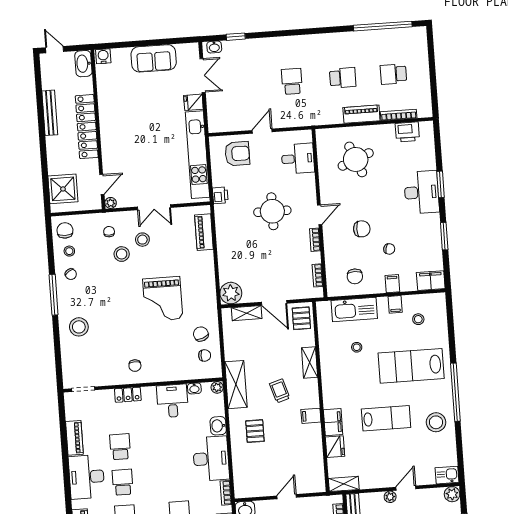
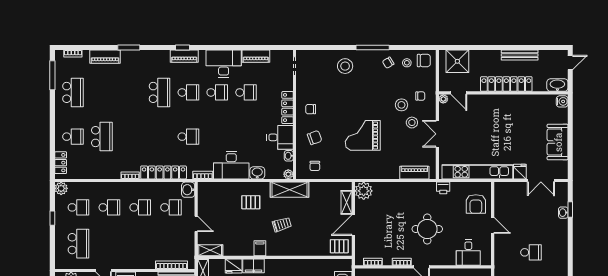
washbasin: (214, 47) -> (563, 213), moved
chair: (201, 334) -> (315, 138), moved
shelving: (310, 362) -> (210, 250), moved
locker: (128, 395) -> (288, 108), width x1.53

